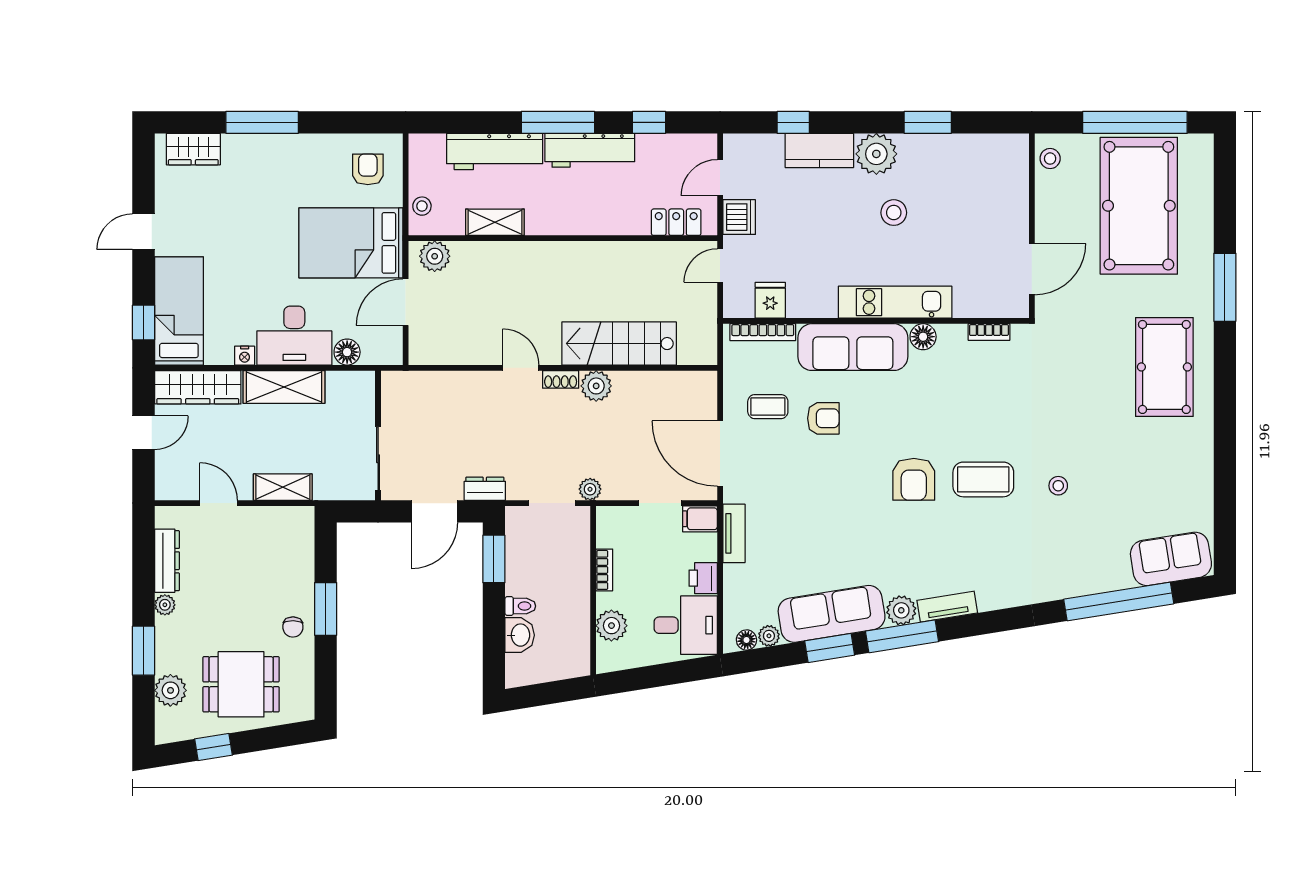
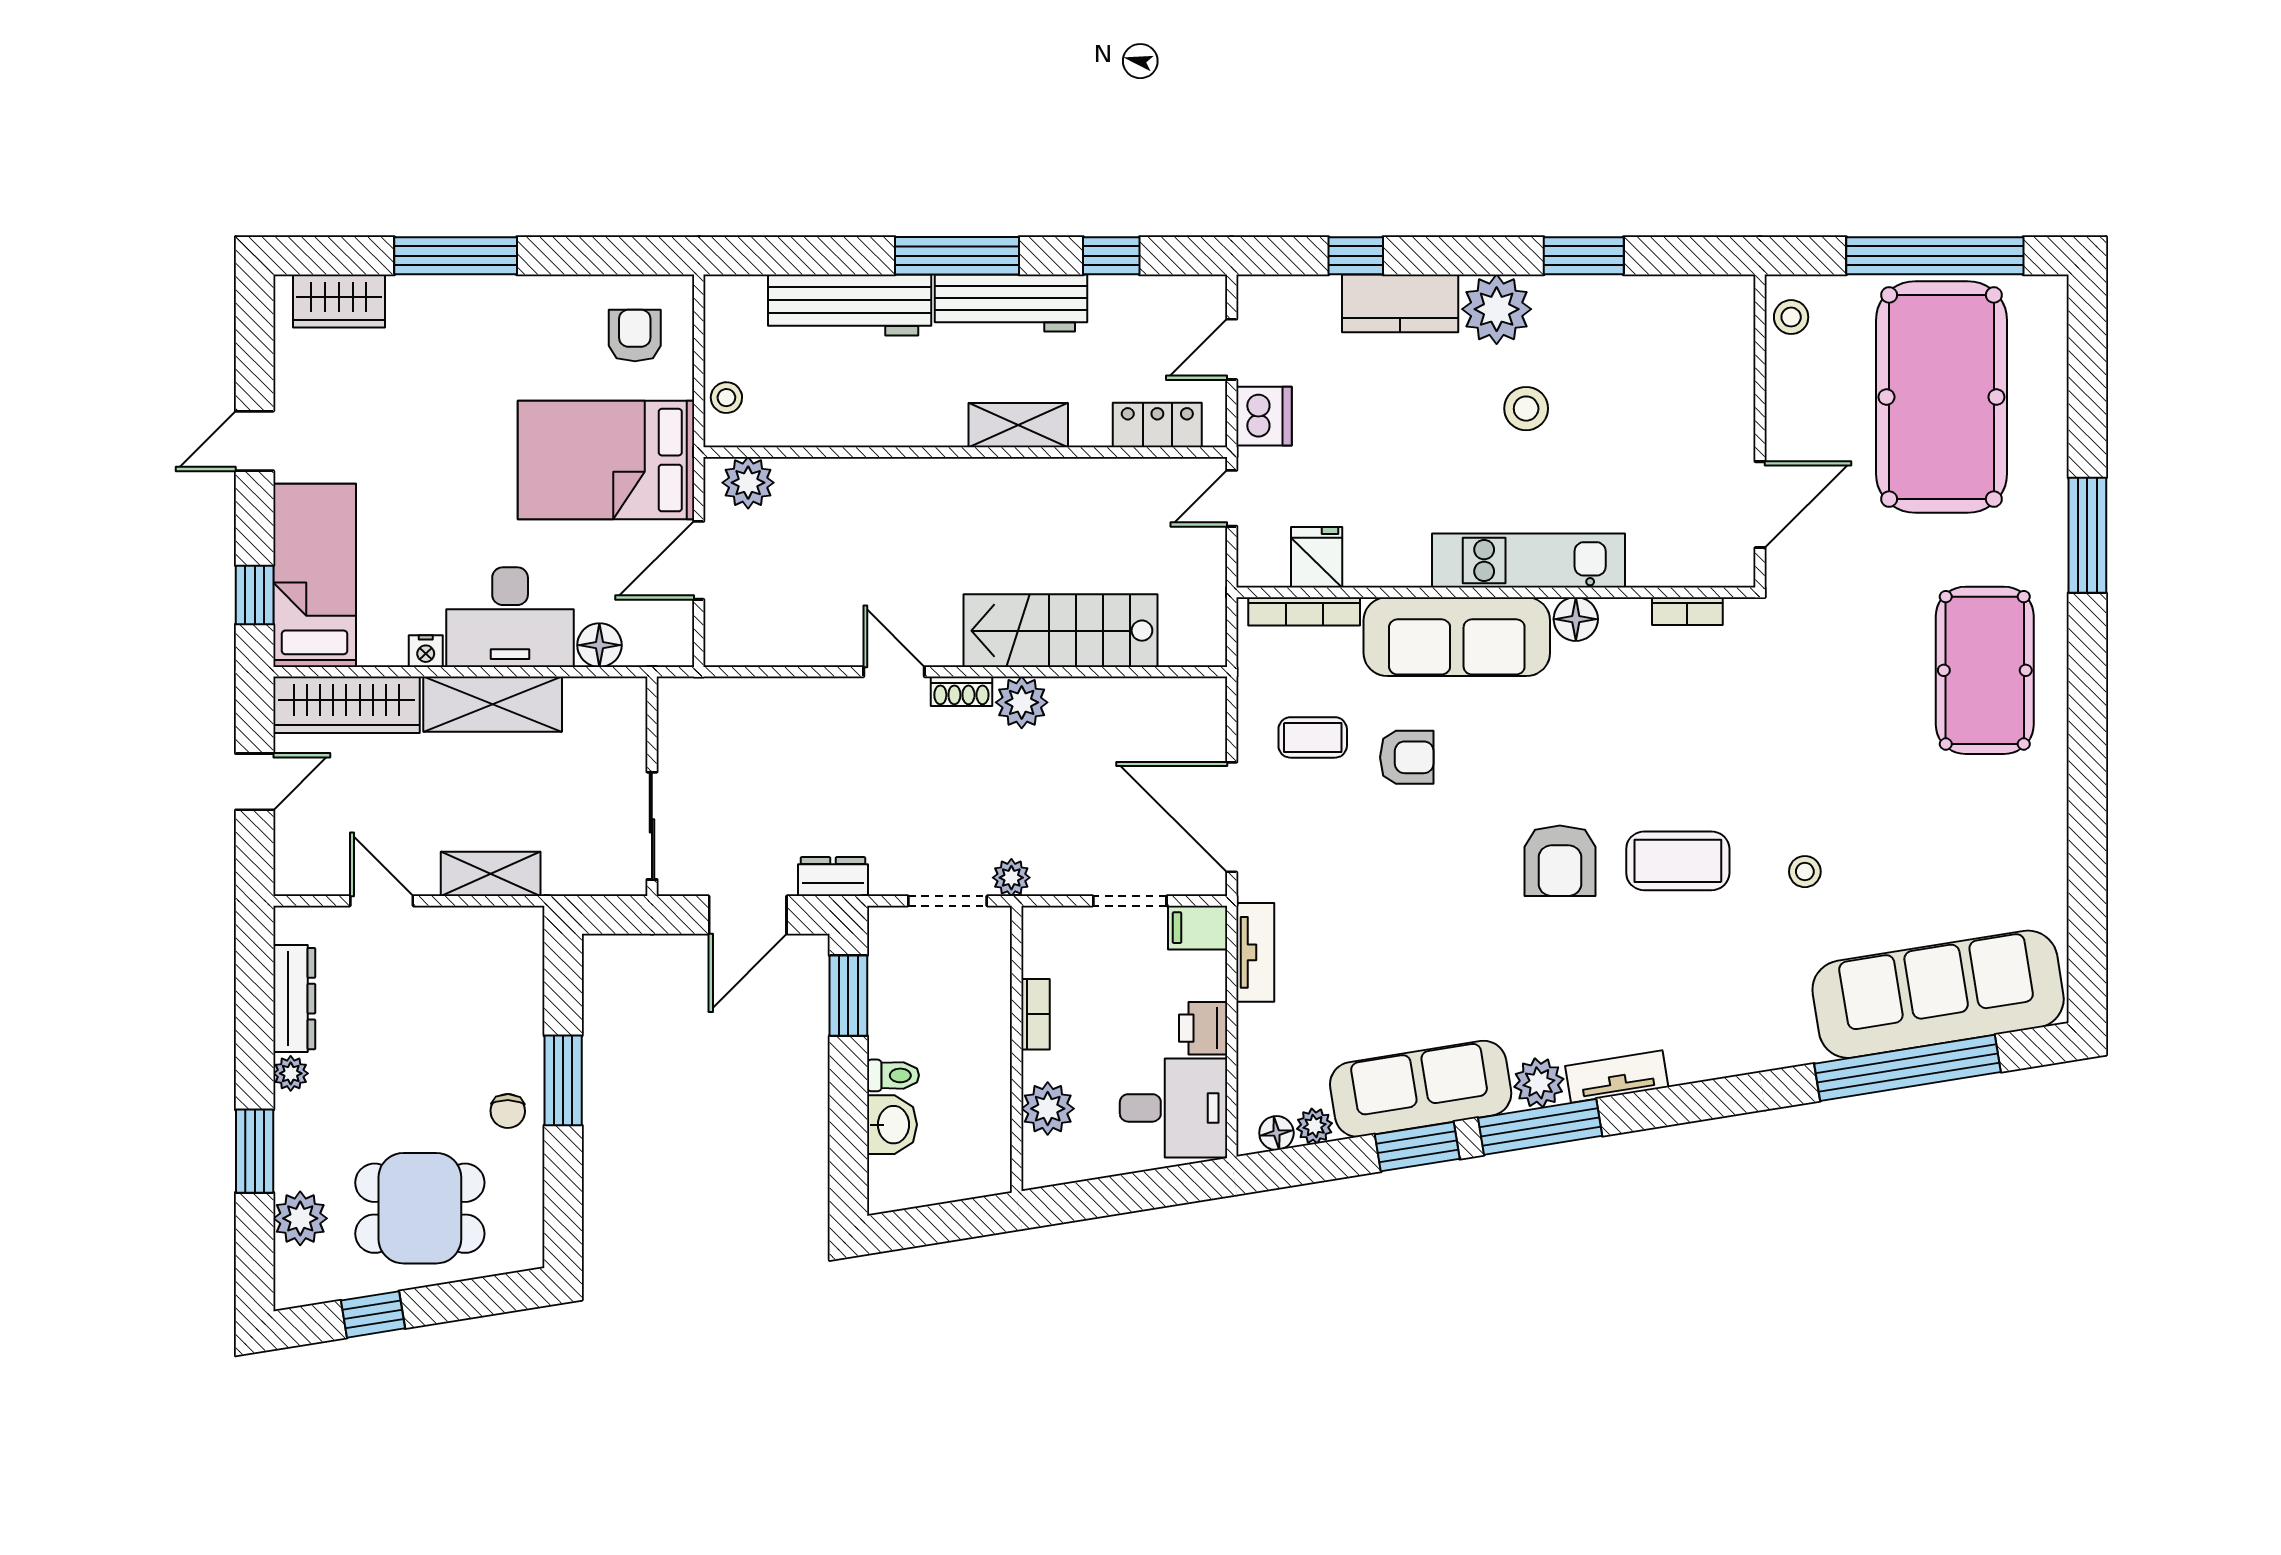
shelving: (495, 222) -> (1018, 425), moved
sofa: (1171, 559) -> (1938, 994), width x1.85, depth x1.27

